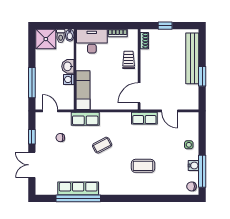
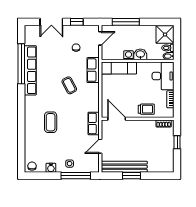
bench: (192, 58) -> (124, 167), moved
double door: (32, 165) -> (51, 22), swing flipped
window: (202, 171) -> (76, 176), moved
row of seats: (78, 188) -> (30, 70), width x1.36

